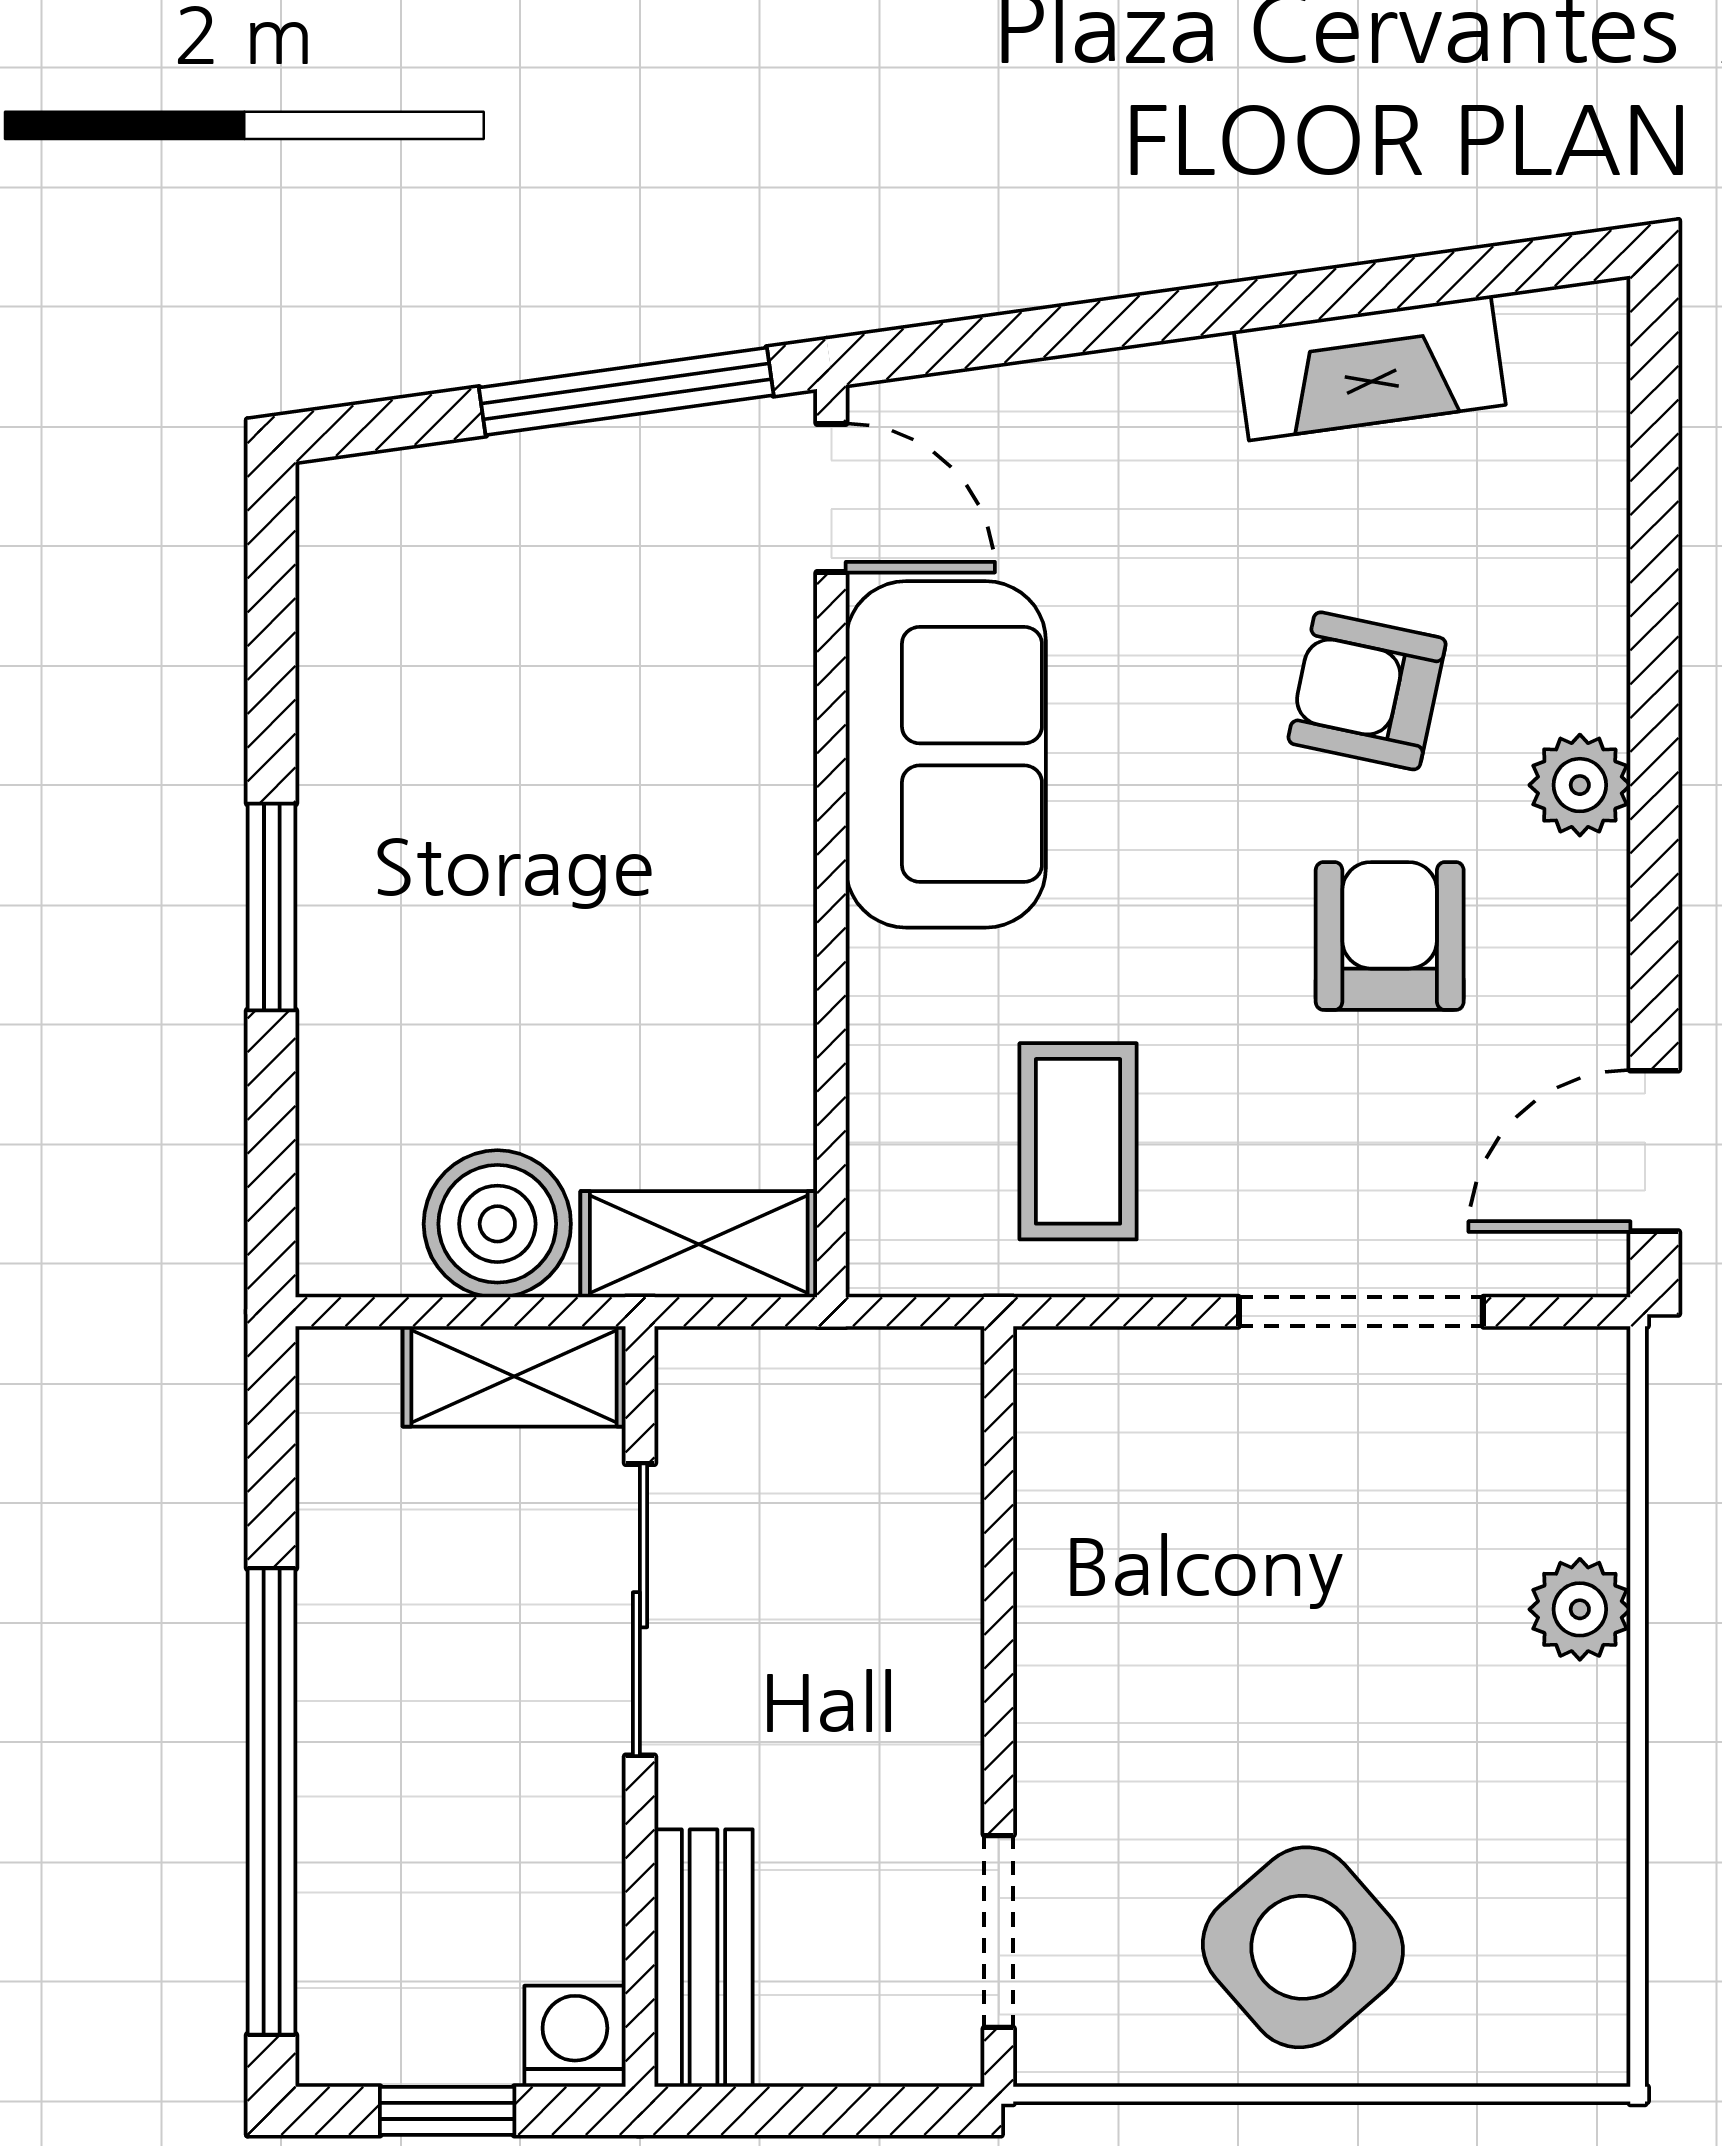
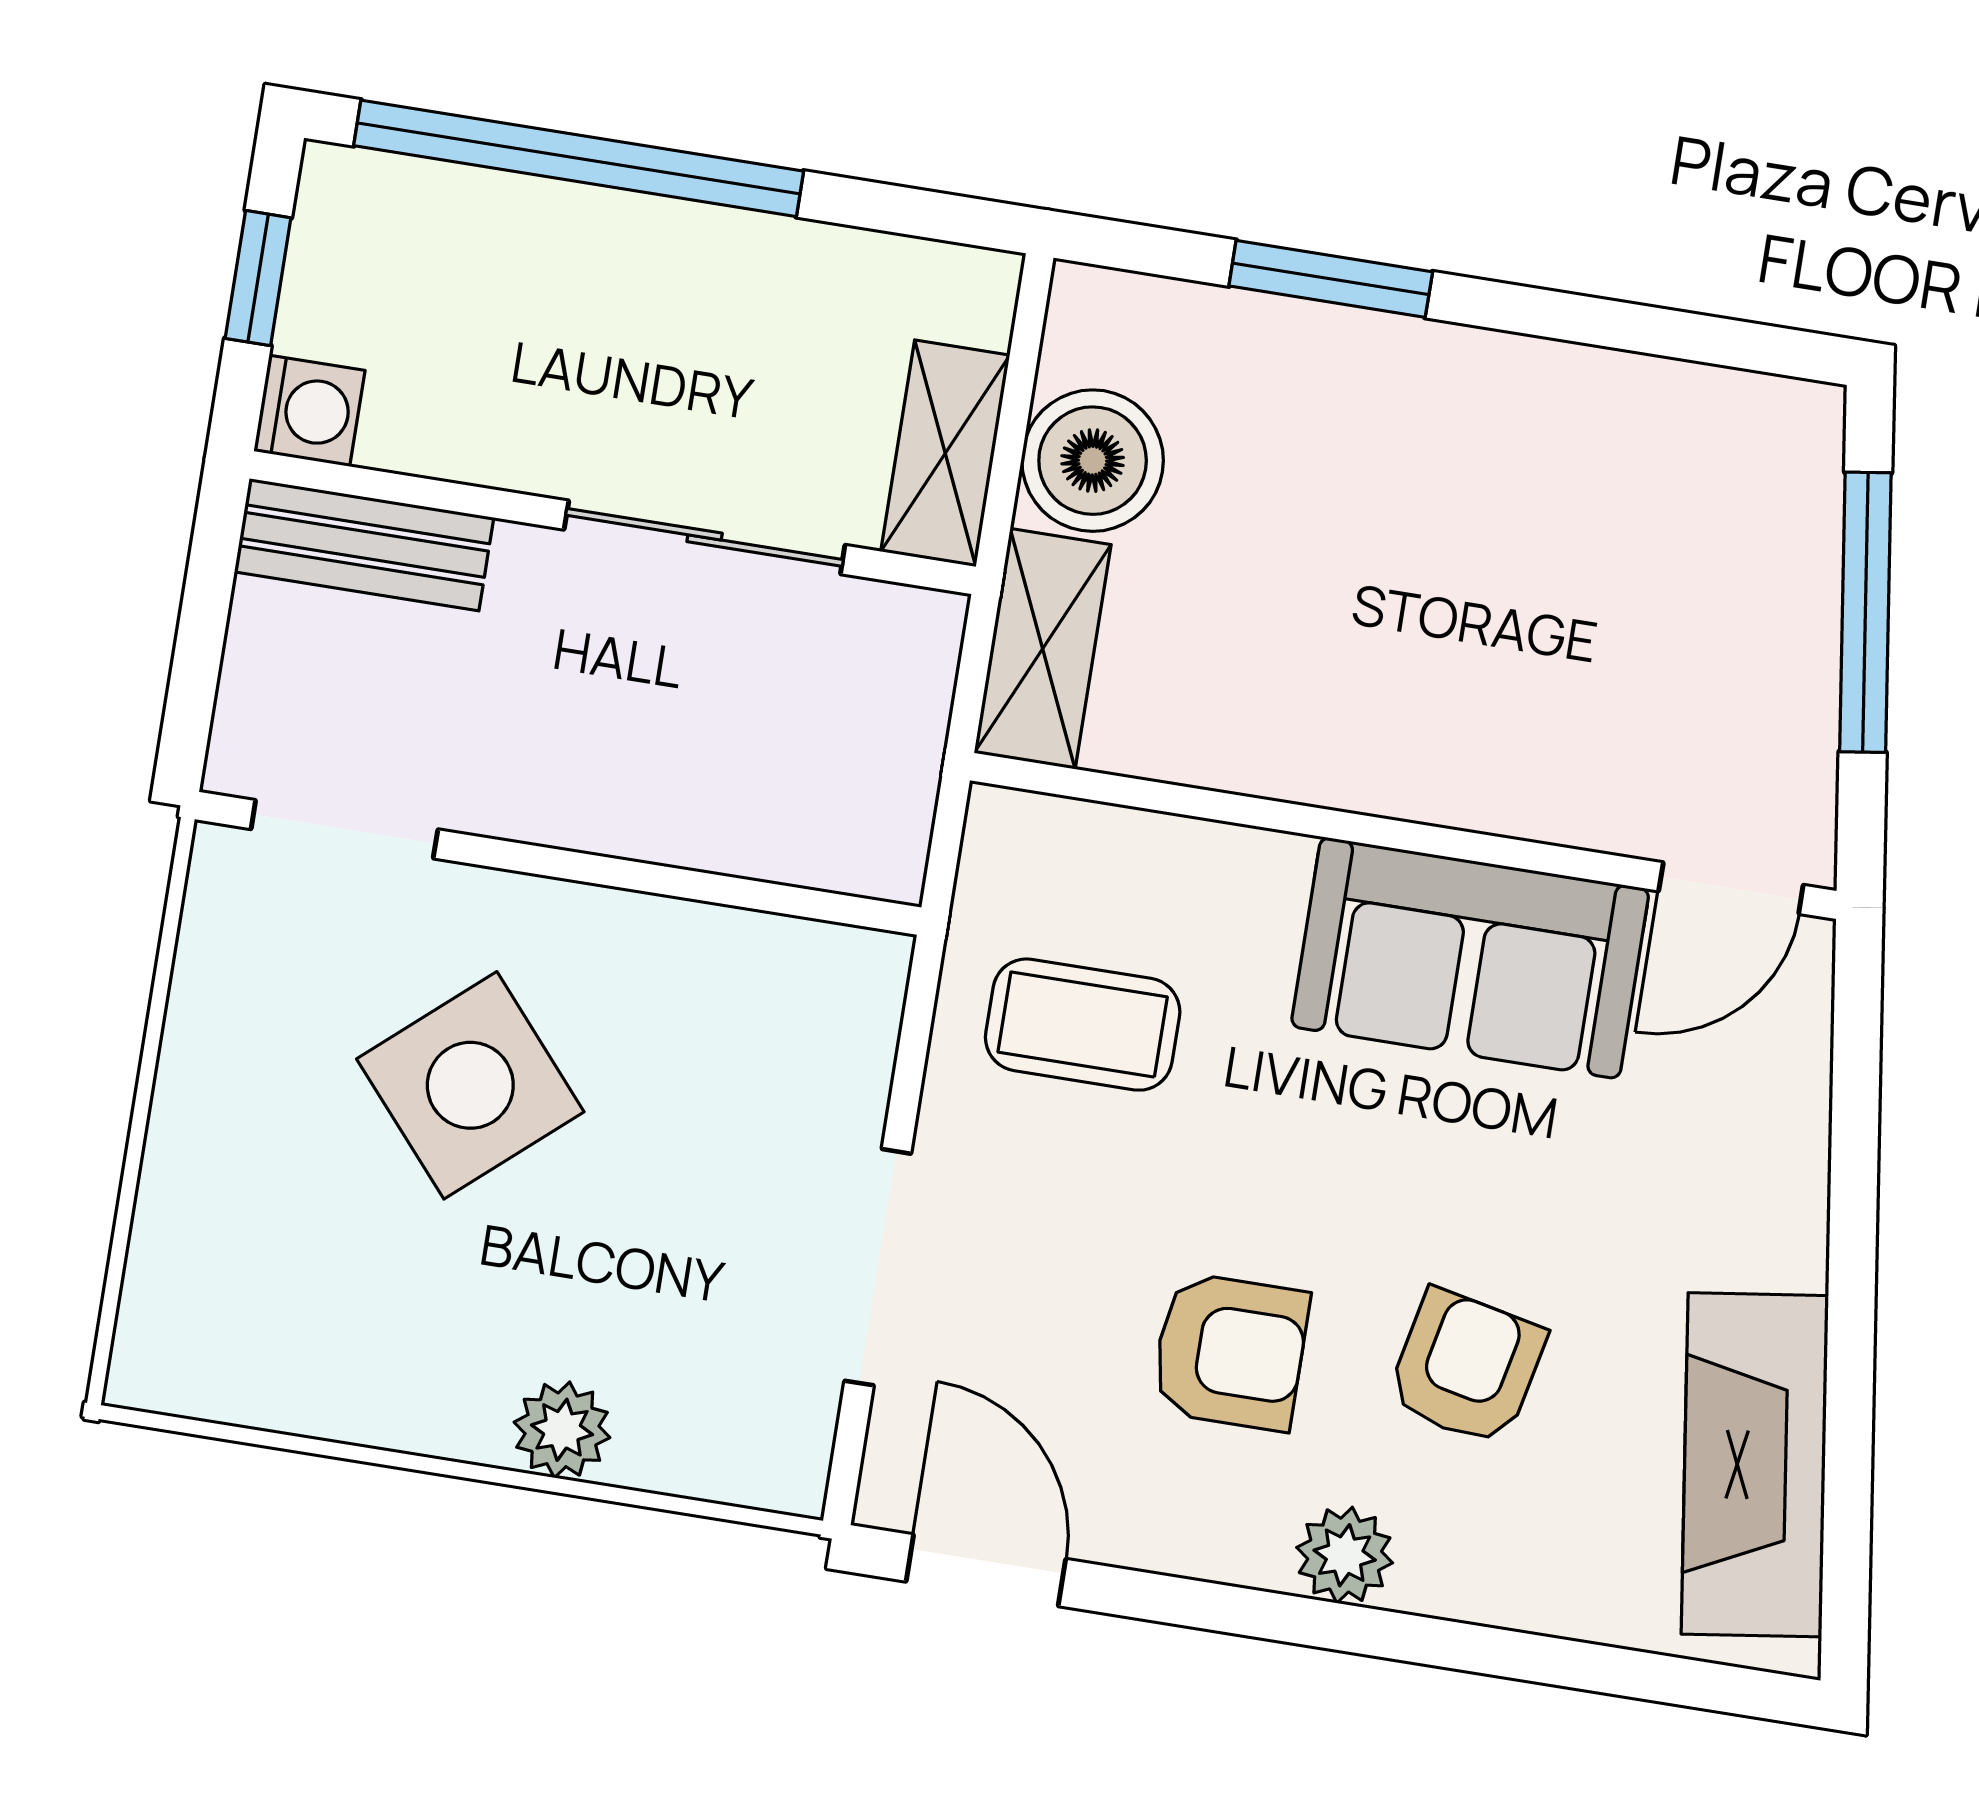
fireplace: (1370, 368) -> (1755, 1465), width x1.37, depth x1.32
window: (626, 391) -> (1865, 612), moved
window: (272, 907) -> (1331, 279), moved
side table: (1303, 1947) -> (470, 1085), moved

